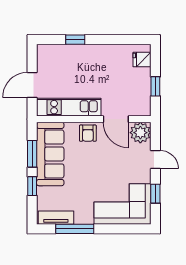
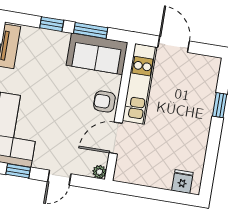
window: (155, 86) -> (147, 192), removed
plant: (140, 133) -> (99, 172), width x0.53, depth x0.53
sofa: (50, 154) -> (97, 54), width x0.73

